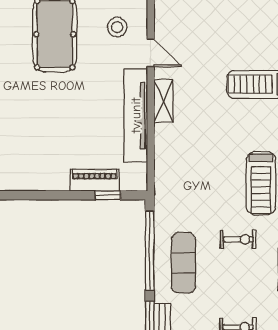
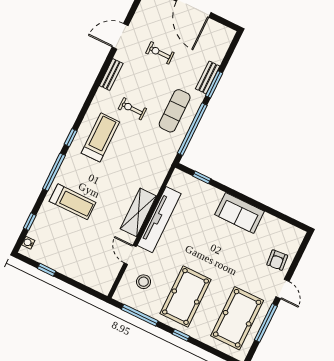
shelving: (163, 101) -> (138, 212), width x1.50, depth x1.33
sofa: (38, 174) -> (240, 213), added
piano: (95, 180) -> (206, 191), removed

